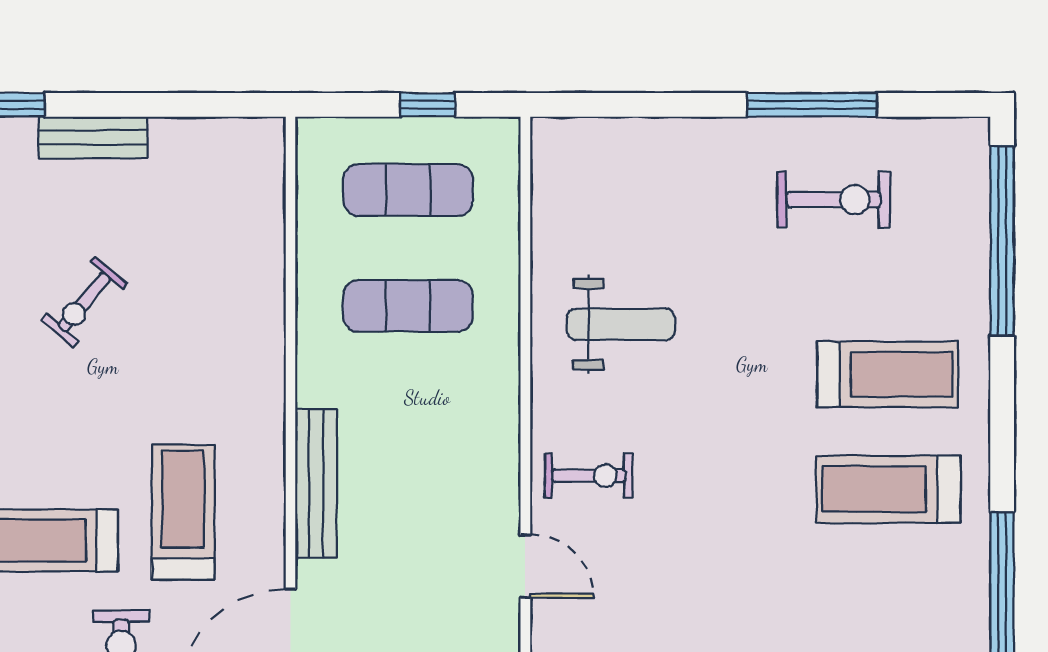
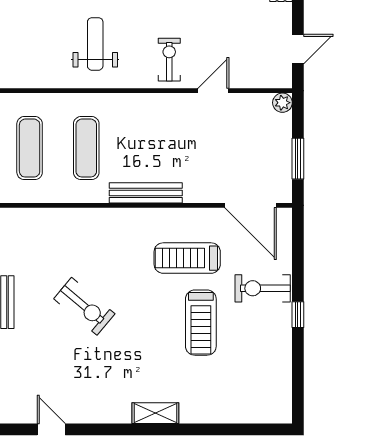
exercise bike: (84, 302) -> (84, 306), width x1.38, depth x1.39
bench: (316, 483) -> (146, 193), moved

